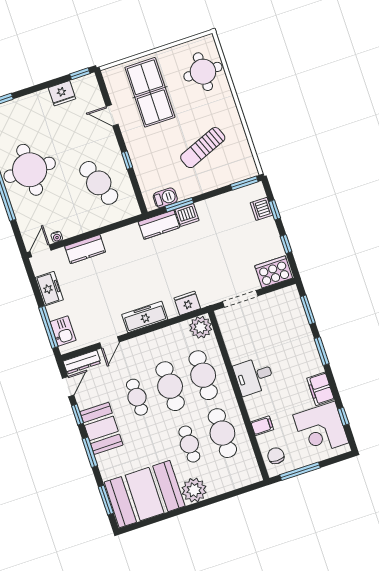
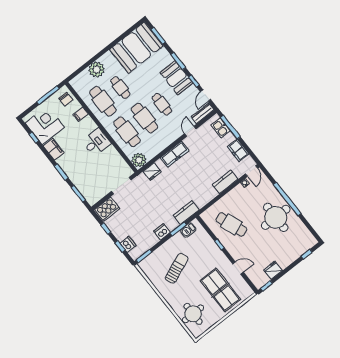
dishwasher: (187, 215) -> (162, 232), moved
plant: (194, 490) -> (97, 70), moved

